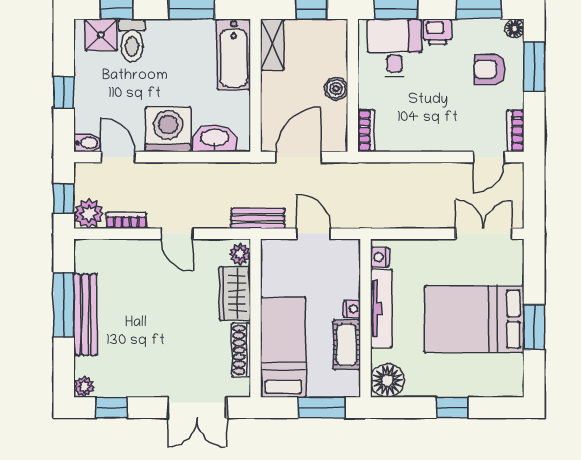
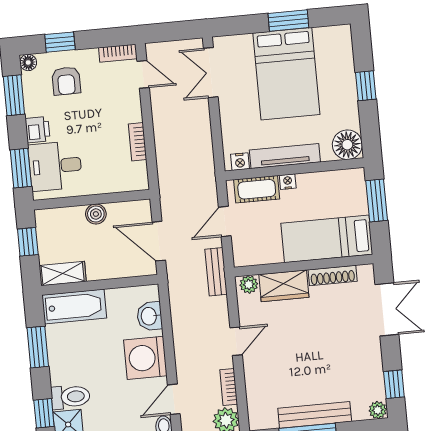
window: (534, 66) -> (60, 42), width x0.67
bookcase: (366, 131) -> (137, 142), moved, turned -90
washbasin: (215, 138) -> (150, 316), width x0.72
cot: (347, 345) -> (257, 189), moved

